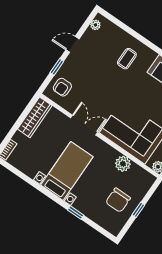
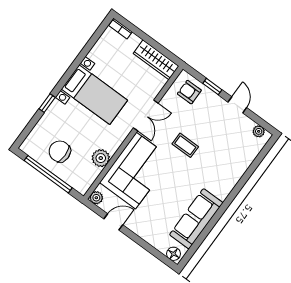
coffee table: (127, 59) -> (185, 145), moved
window: (138, 210) -> (48, 174), width x3.17

